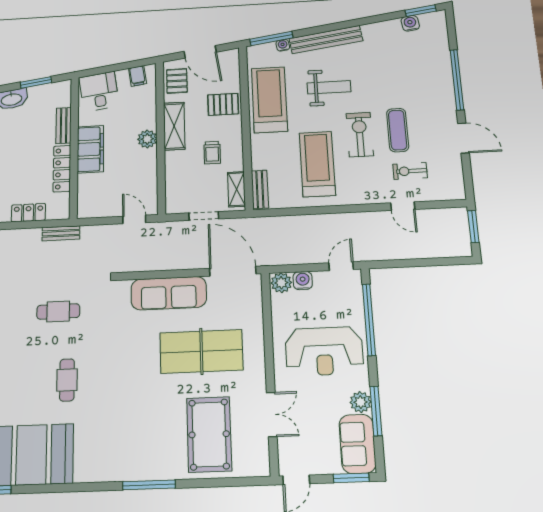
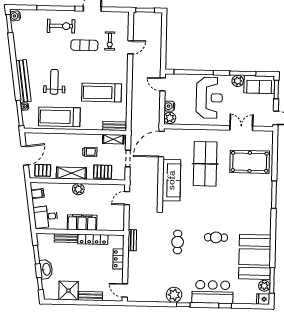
water cooler: (410, 23) -> (15, 16), moved
pallet: (223, 104) -> (103, 172), moved, turned 90
exercise bike: (360, 135) -> (61, 26), moved, turned 180

